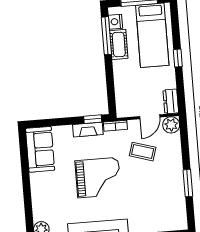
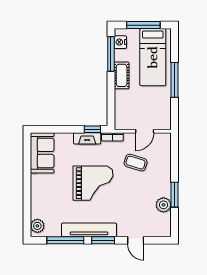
cot: (119, 45) -> (122, 75), moved
window: (178, 58) -> (174, 80), width x2.17
dresser: (171, 101) -> (165, 119), removed
plant: (171, 125) -> (163, 205), moved

